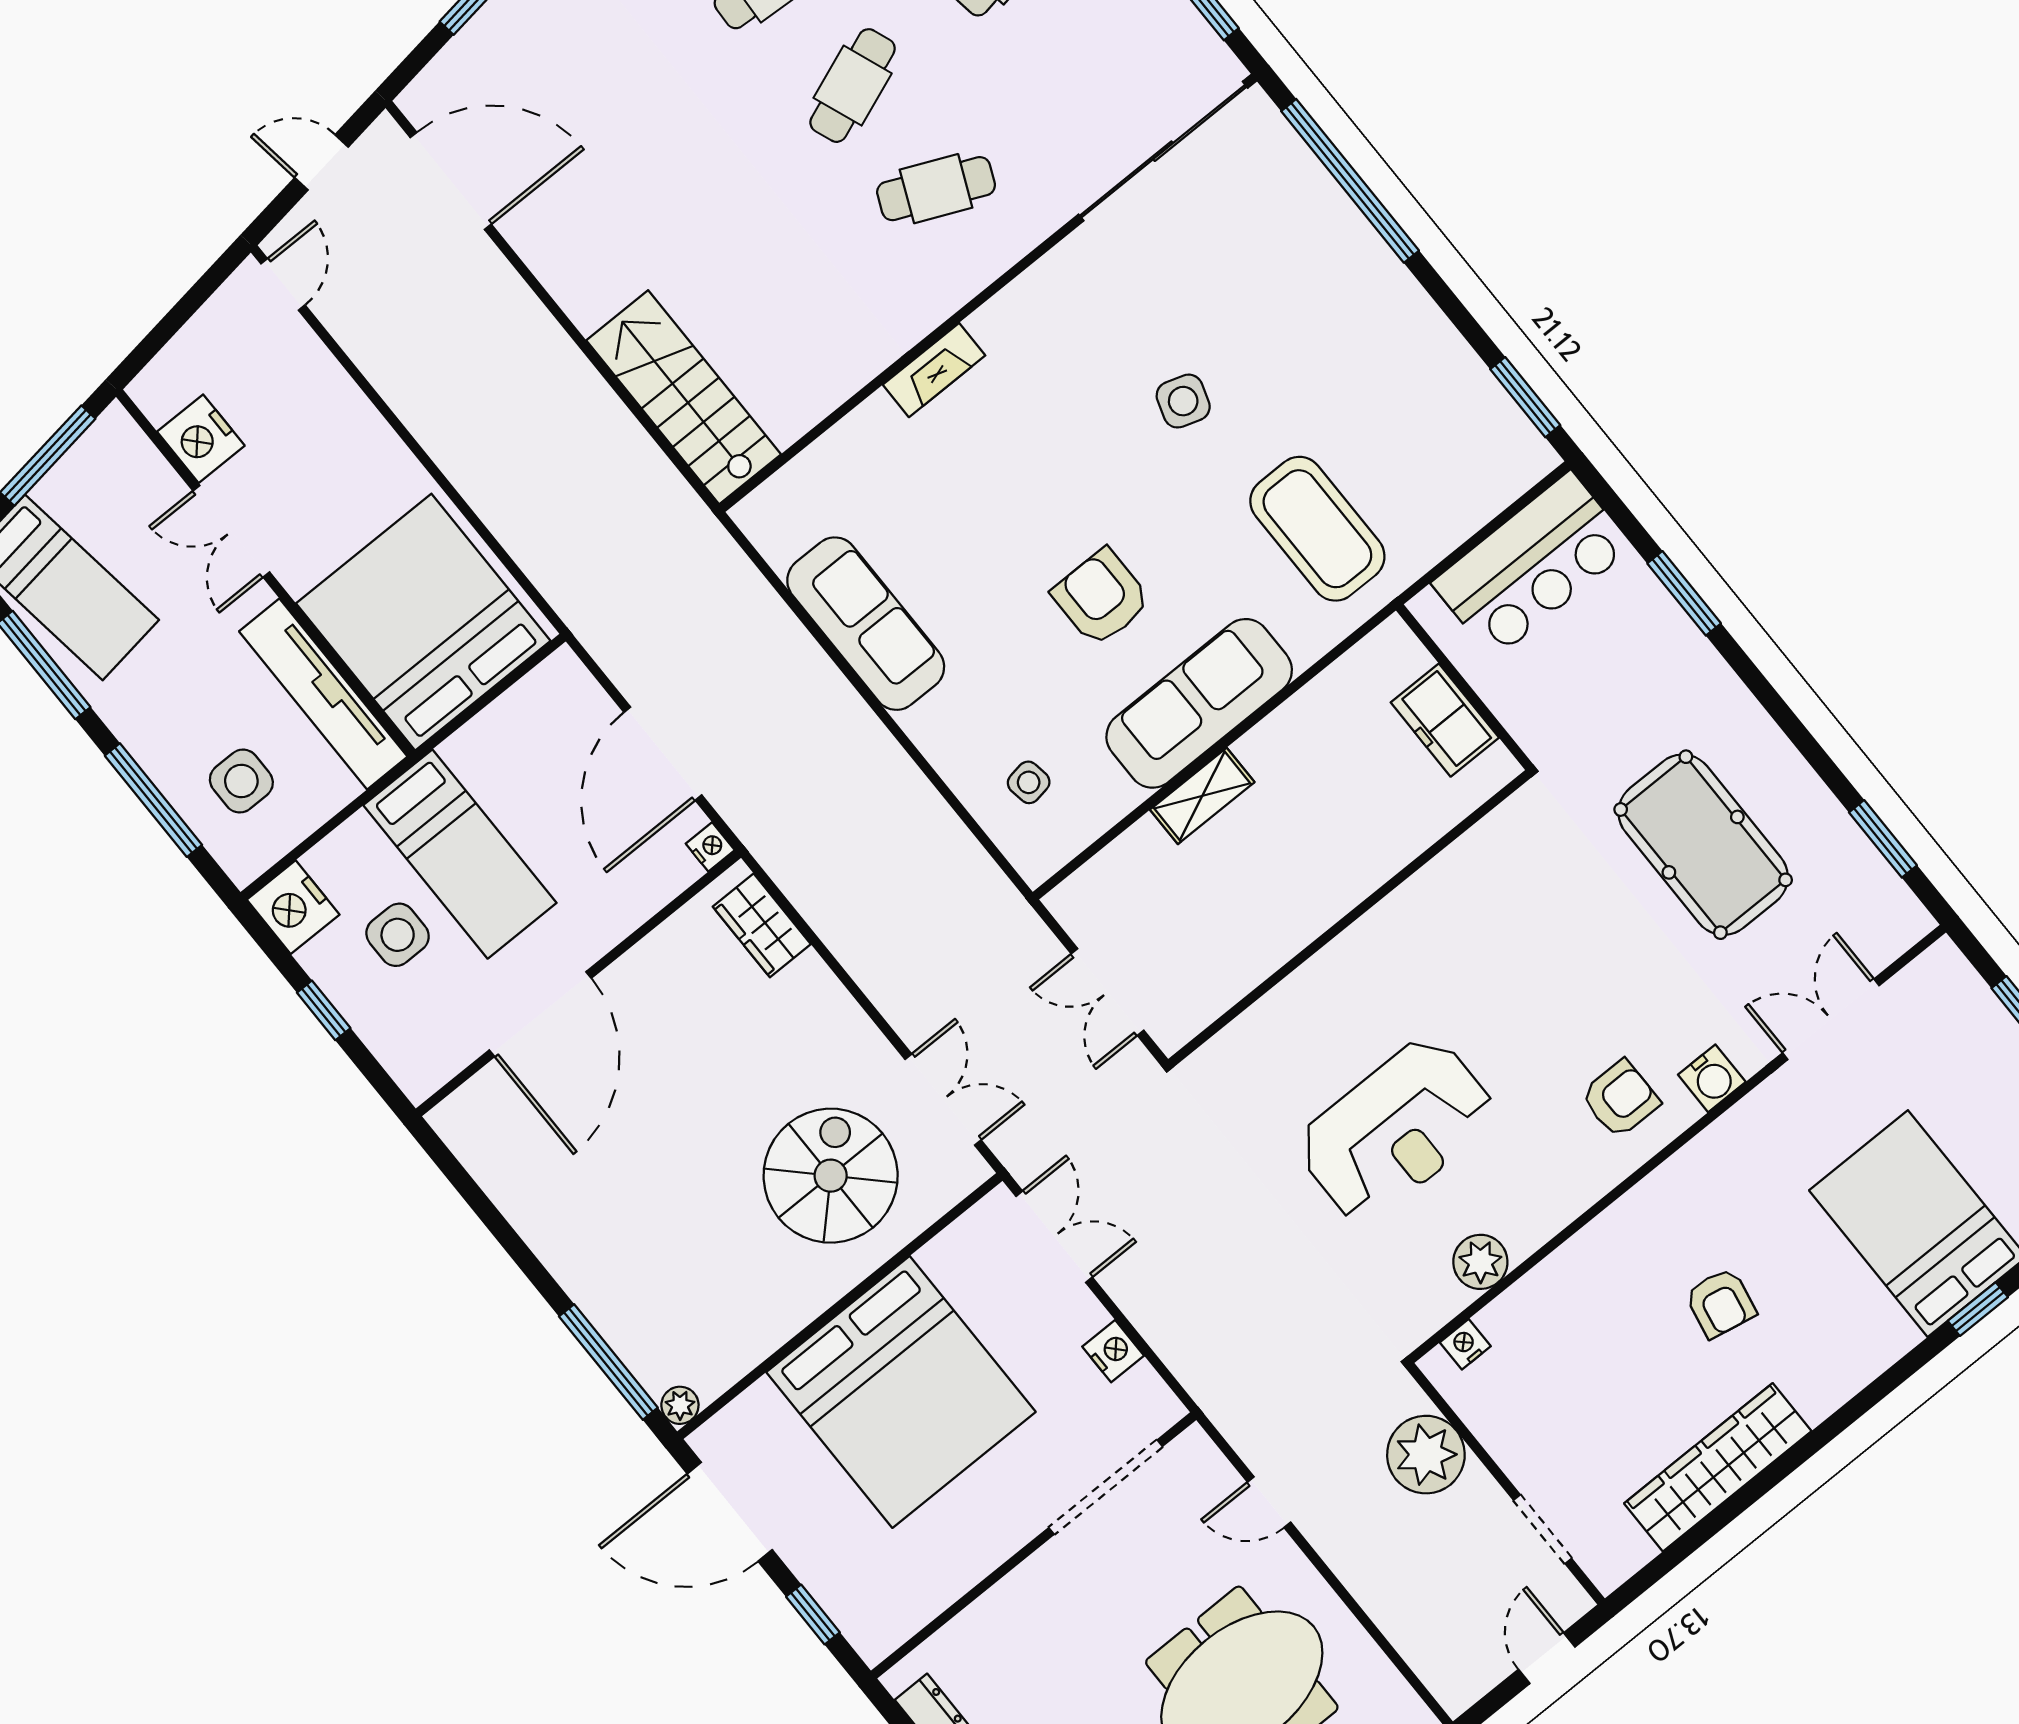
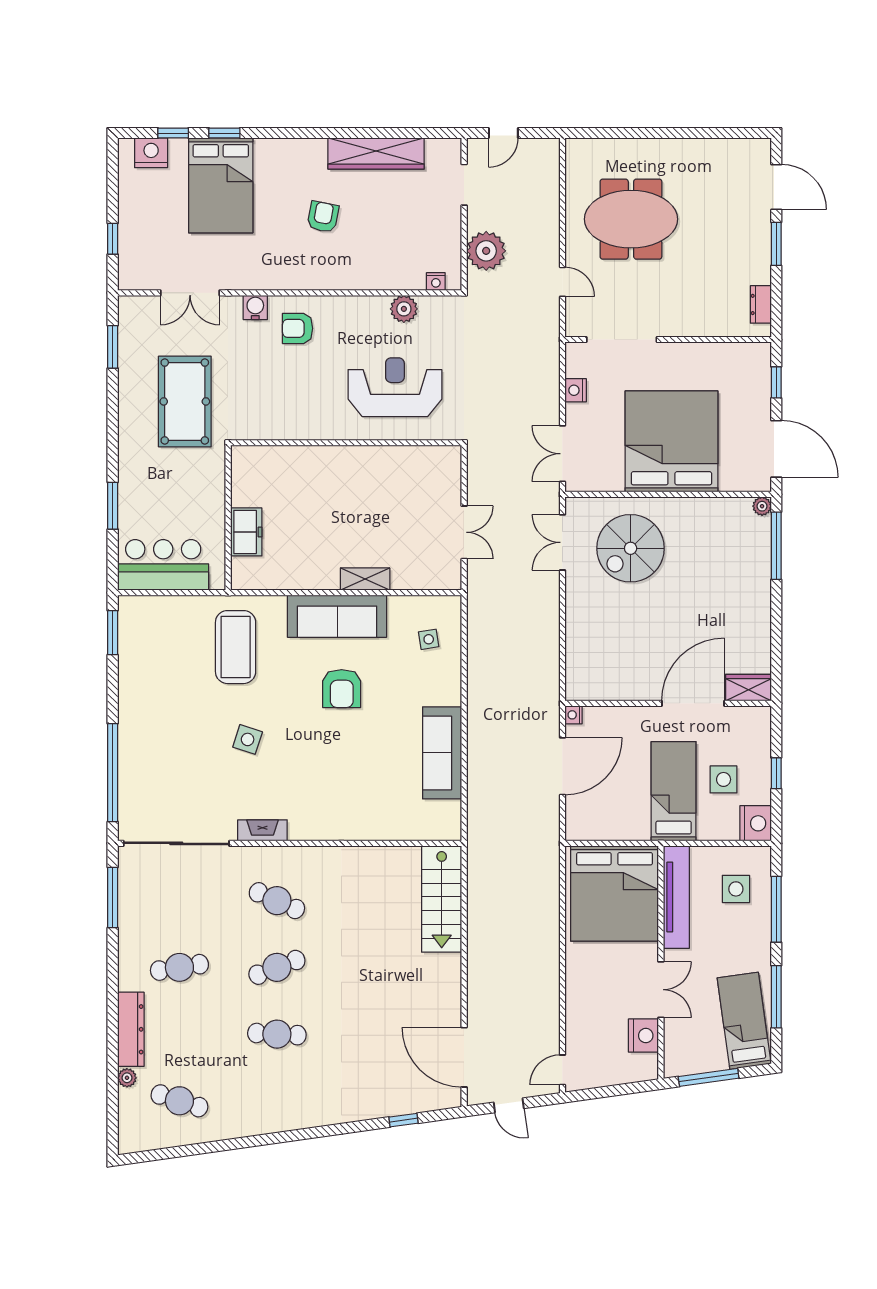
fireplace: (934, 370) -> (262, 830), moved
wall: (1350, 918) -> (346, 443), moved
wardrobe: (762, 925) -> (749, 688), moved, turned -90

